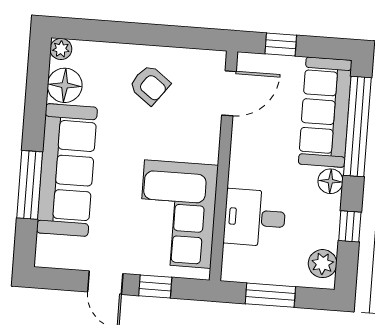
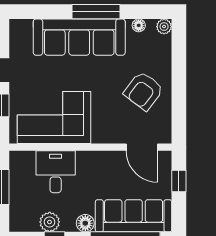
floor lamp: (65, 85) -> (139, 25), width x0.53, depth x0.53
armchair: (150, 85) -> (144, 91), width x1.38, depth x1.38
window: (30, 185) -> (96, 12), moved
plant: (323, 264) -> (50, 222), moved

